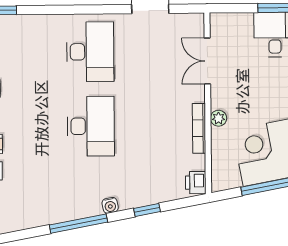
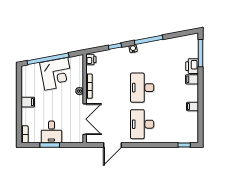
double door: (207, 61) -> (85, 119), width x1.37

